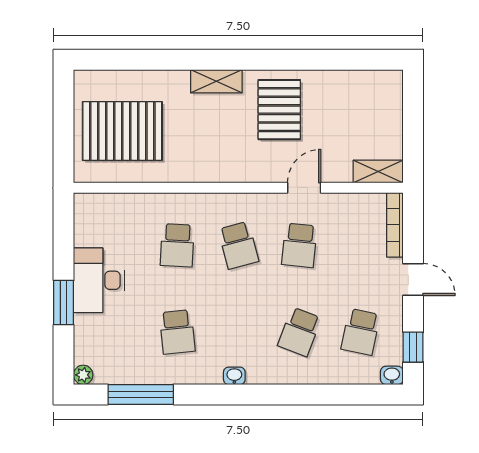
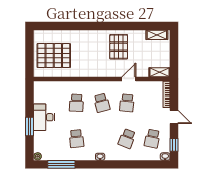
shelving: (216, 81) -> (157, 35), moved

